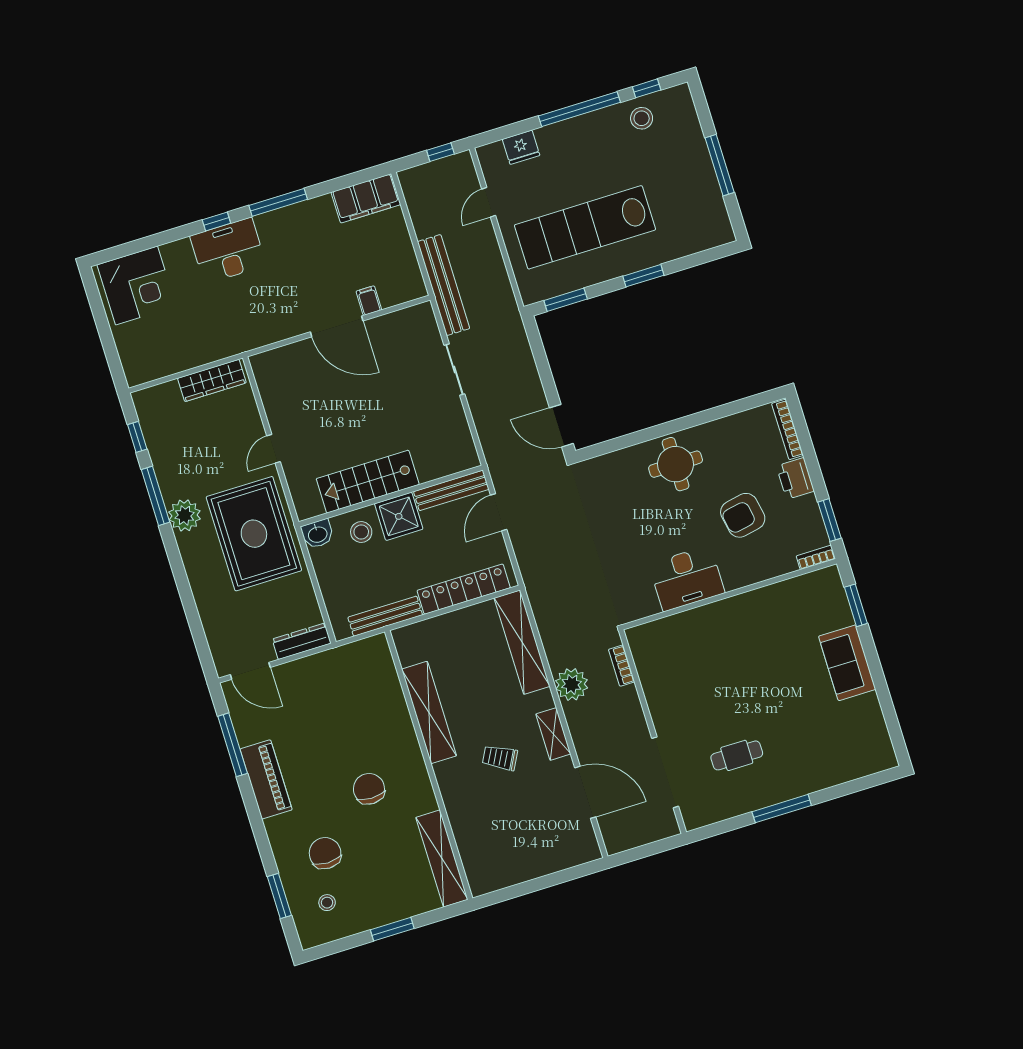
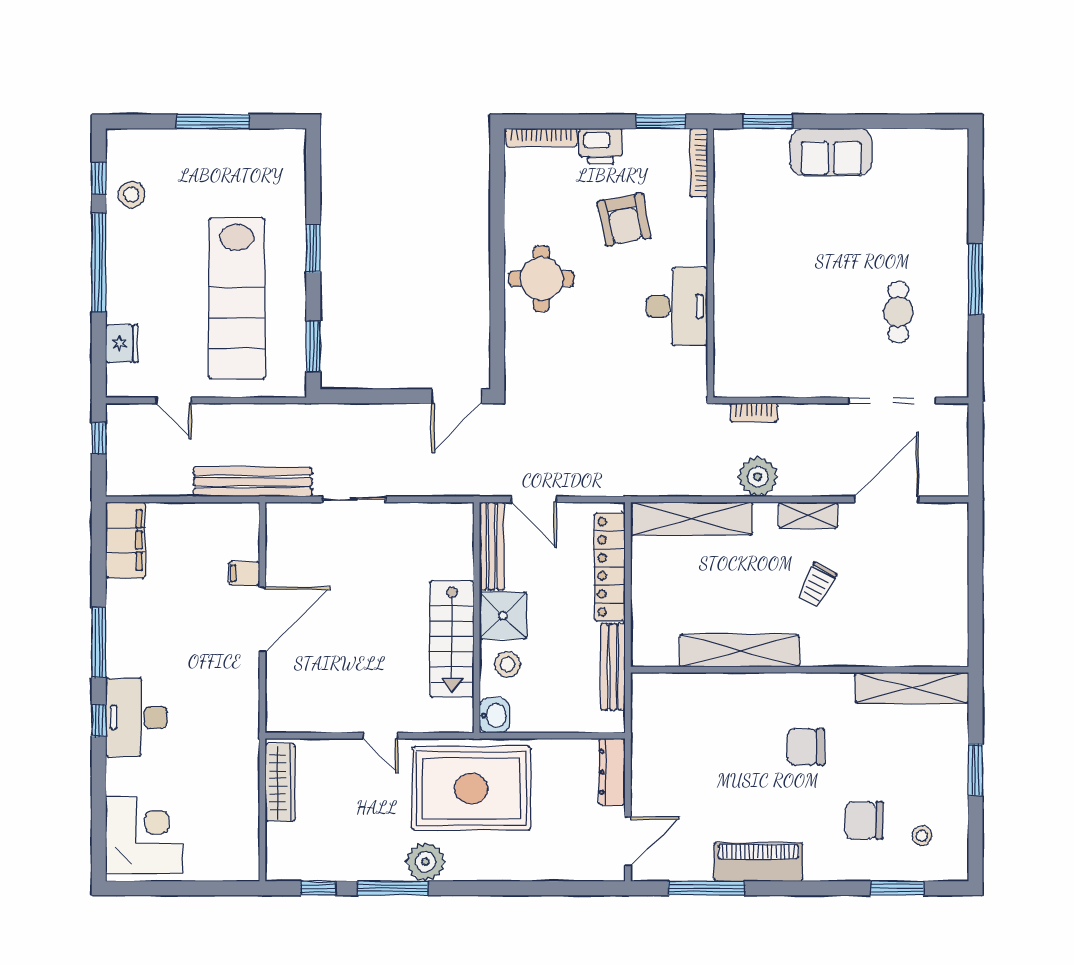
bookcase: (816, 557) -> (699, 163), width x1.56

